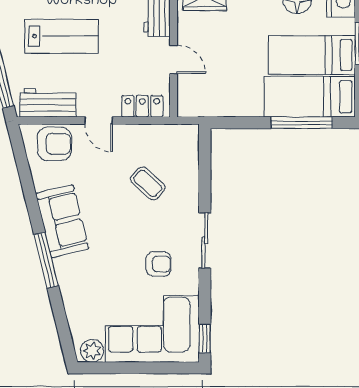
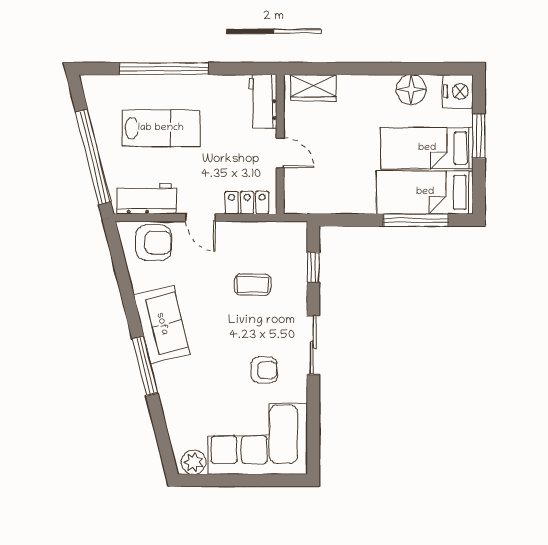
coffee table: (148, 183) -> (253, 284), turned -42
window: (205, 338) -> (313, 267), moved

